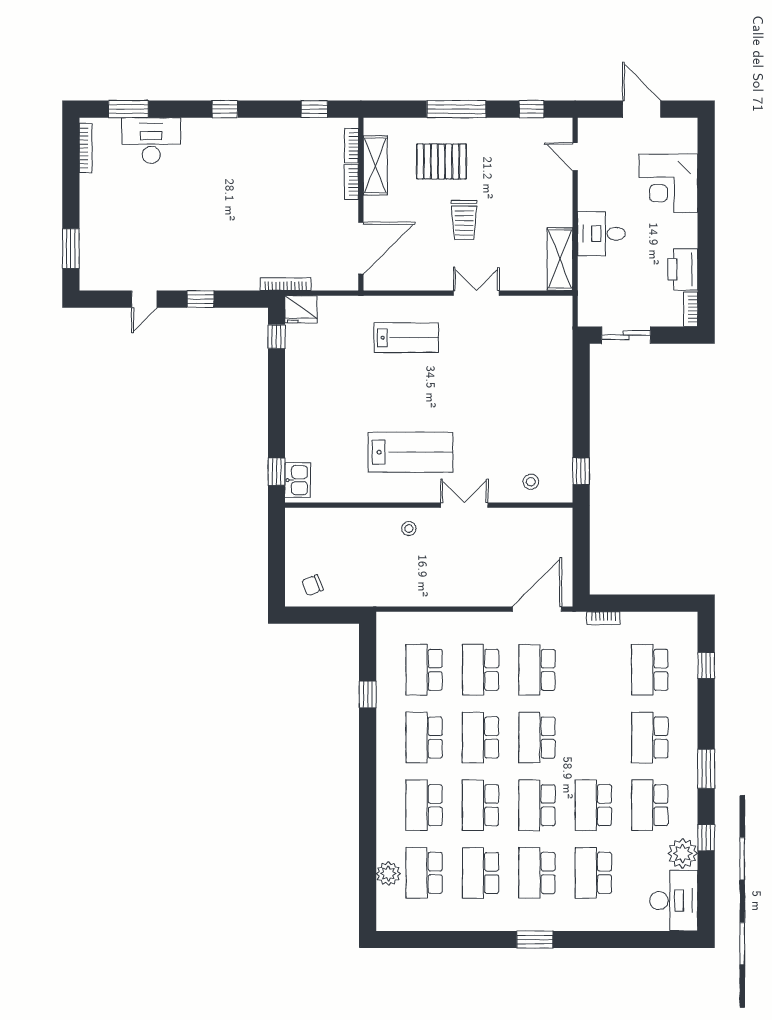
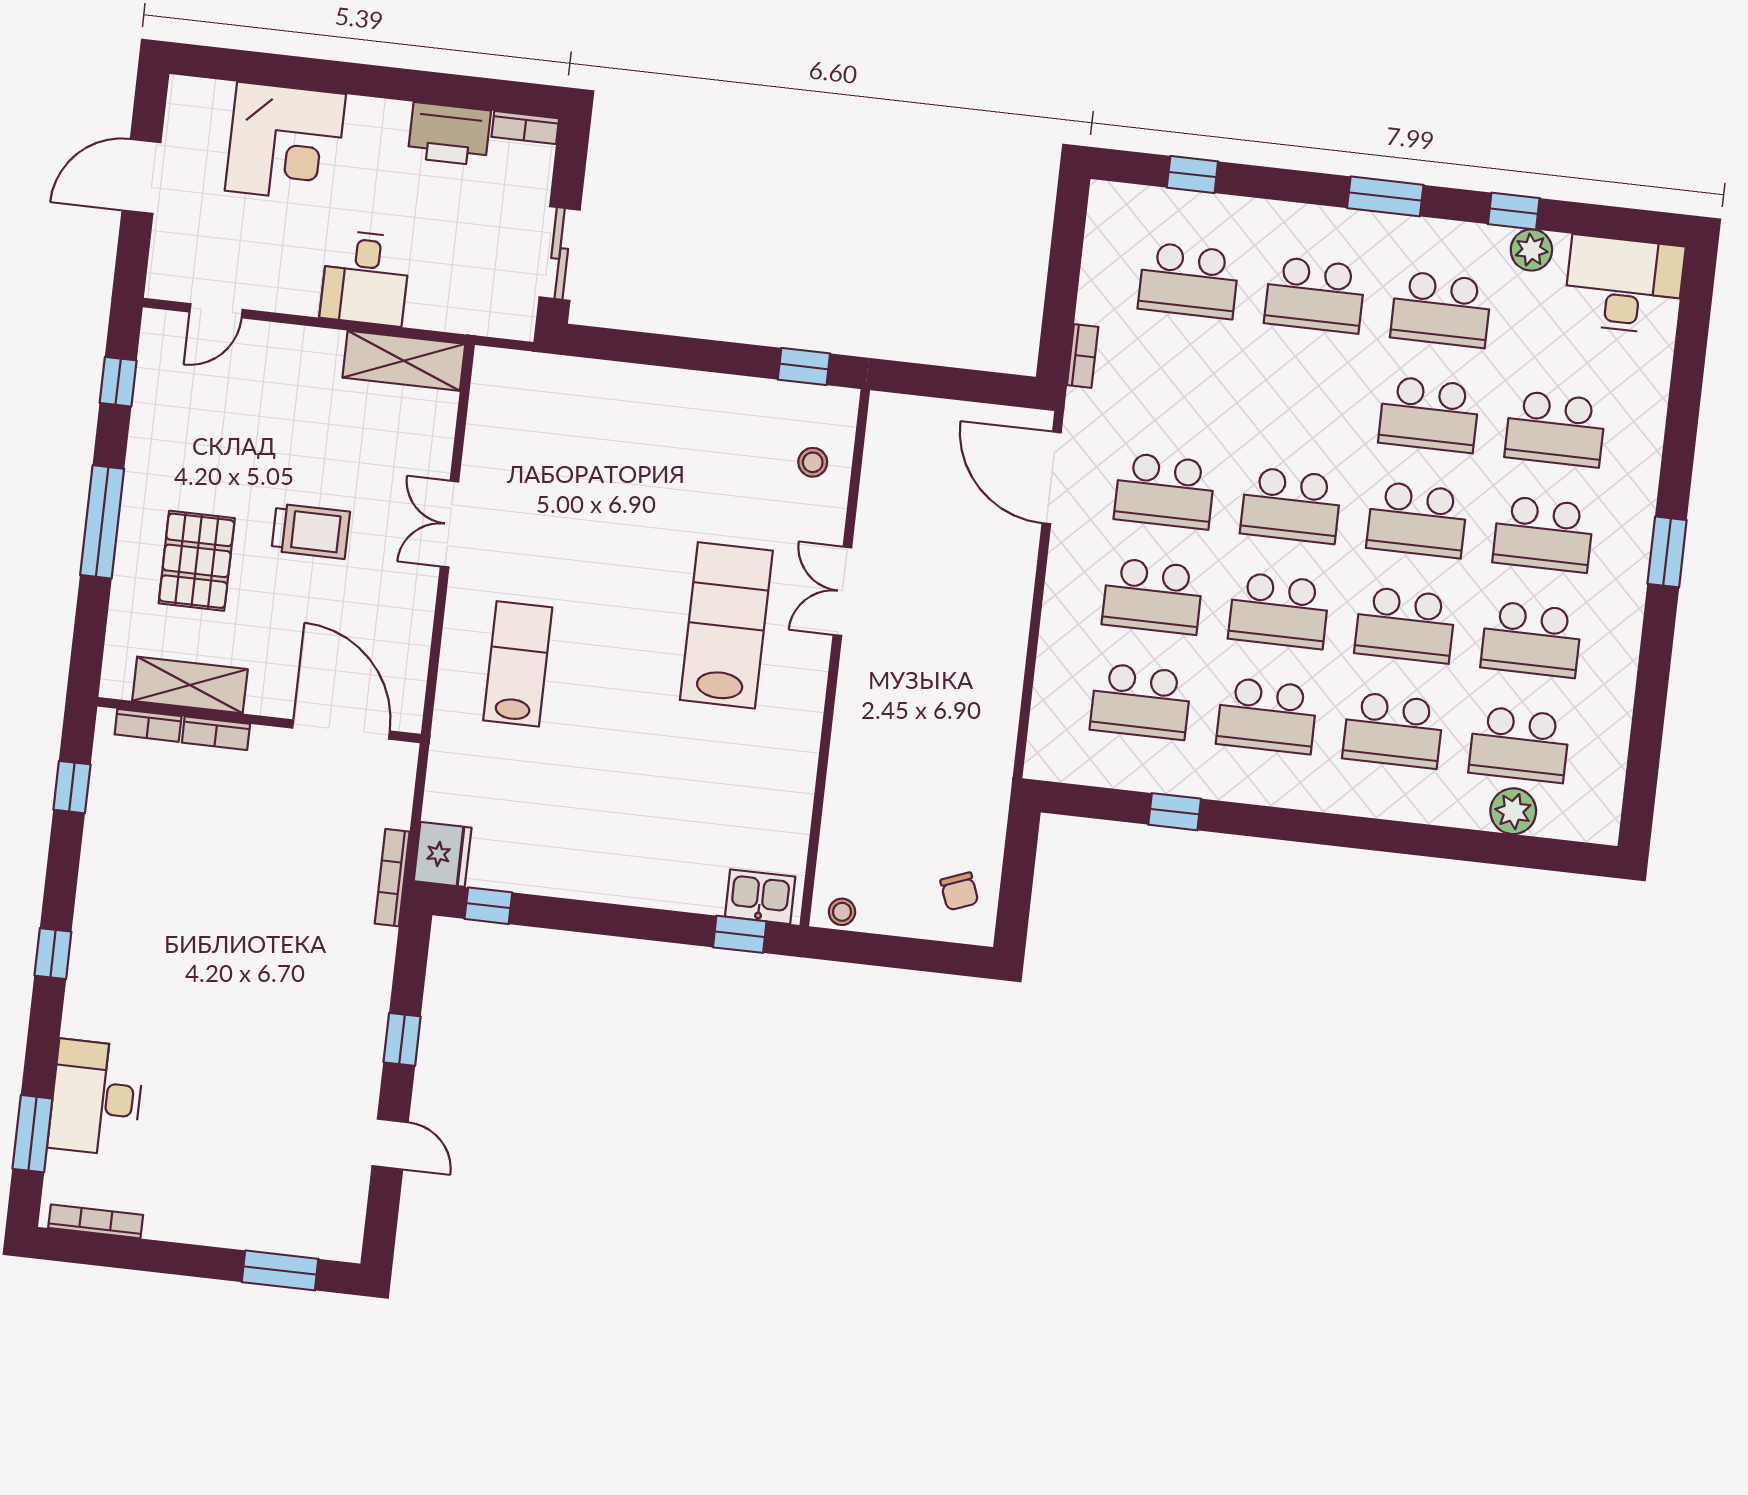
lab bench: (410, 452) -> (726, 625), moved
stool: (409, 529) -> (842, 912), moved
plant: (683, 853) -> (1531, 250), width x0.73, depth x0.73

